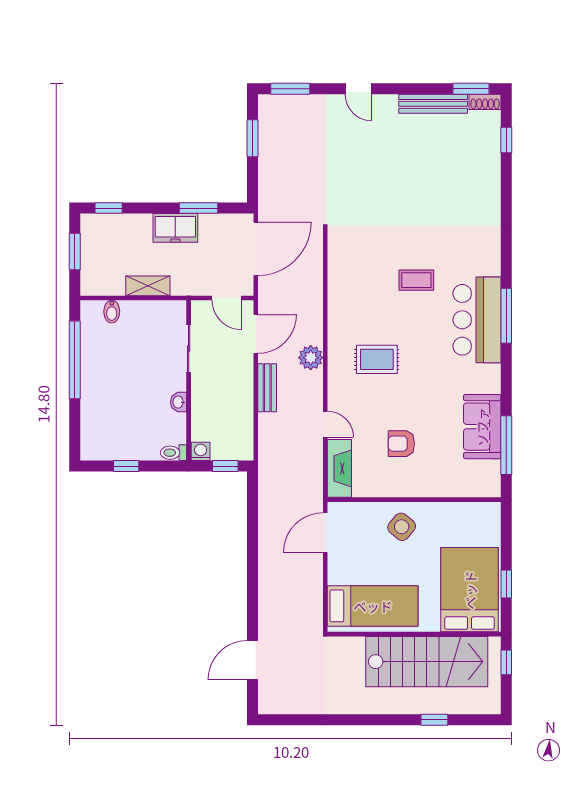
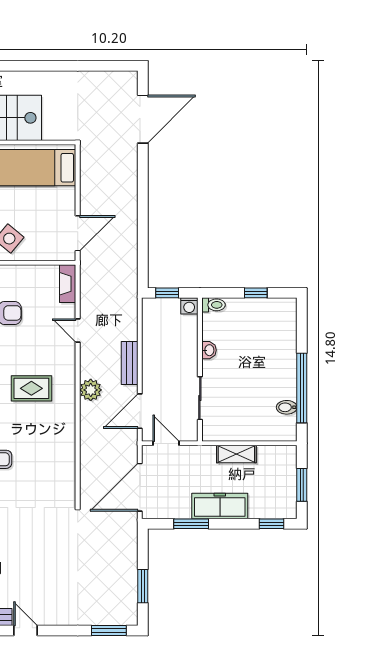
door: (358, 89) -> (26, 631), moved
freezer: (175, 228) -> (220, 506), width x1.40
bidet: (112, 312) -> (287, 407), moved, turned -90
fireplace: (339, 468) -> (68, 284), width x0.73, depth x0.76
door: (253, 660) -> (143, 119), width x1.36

